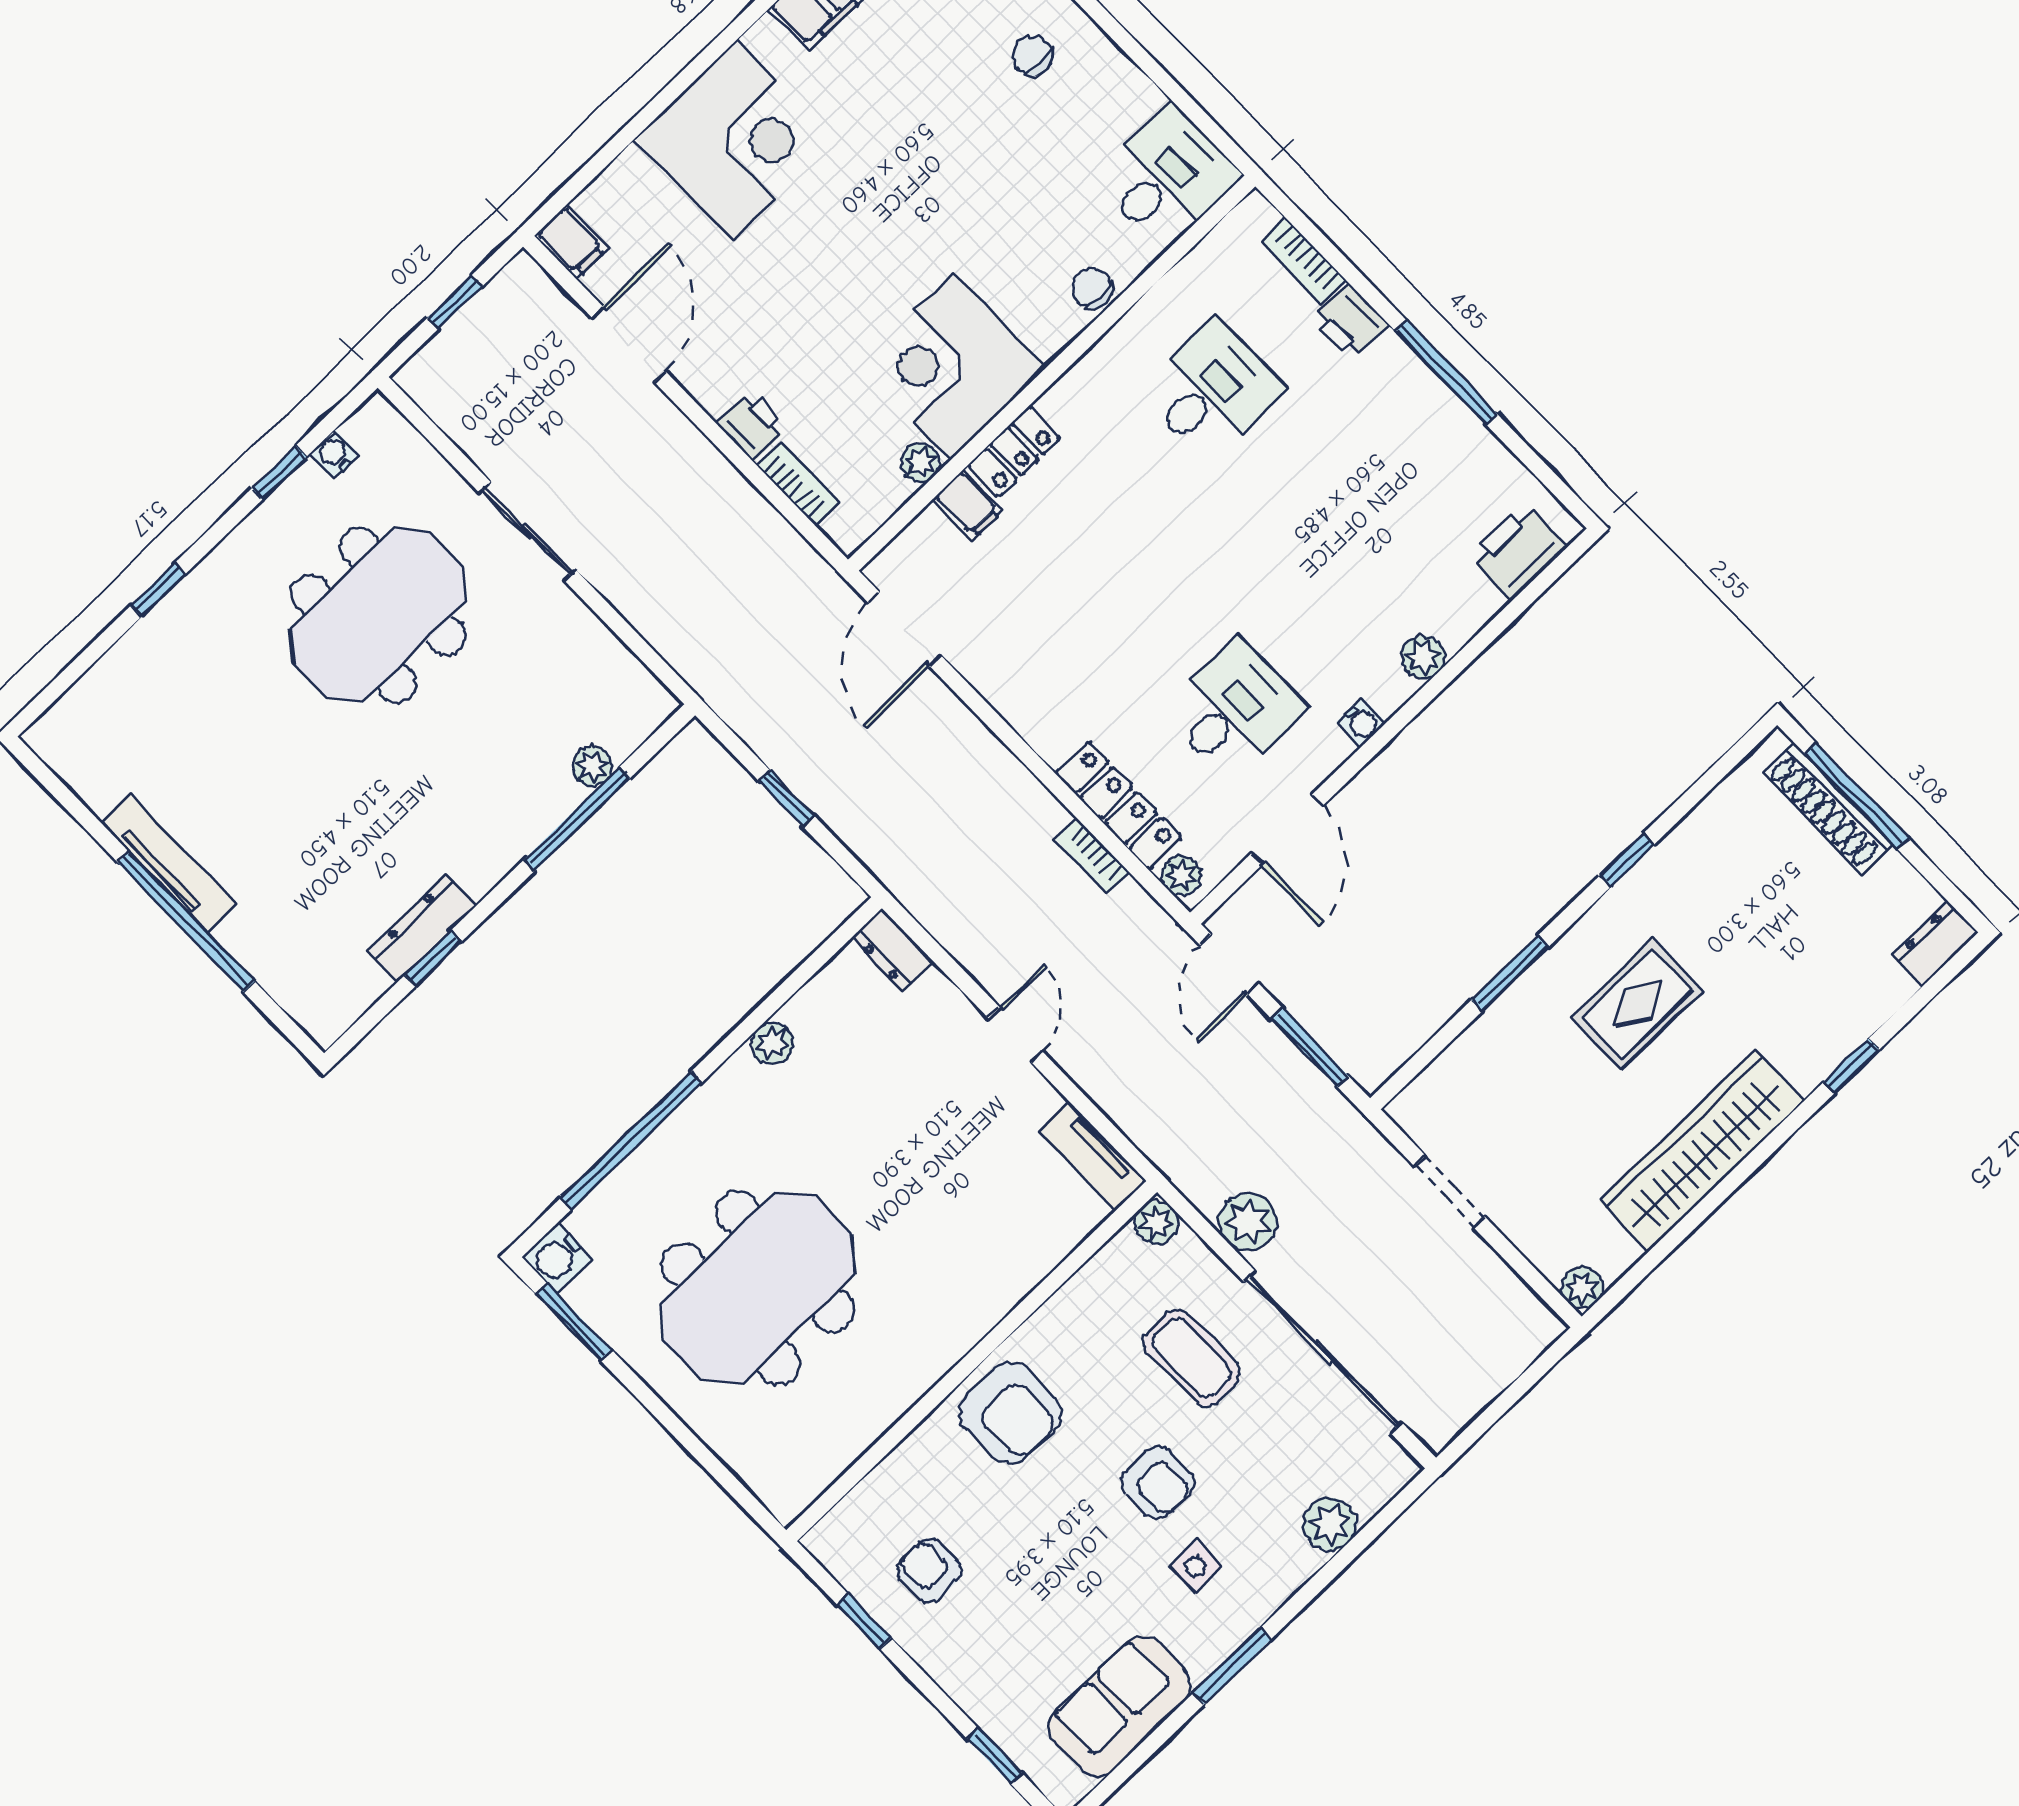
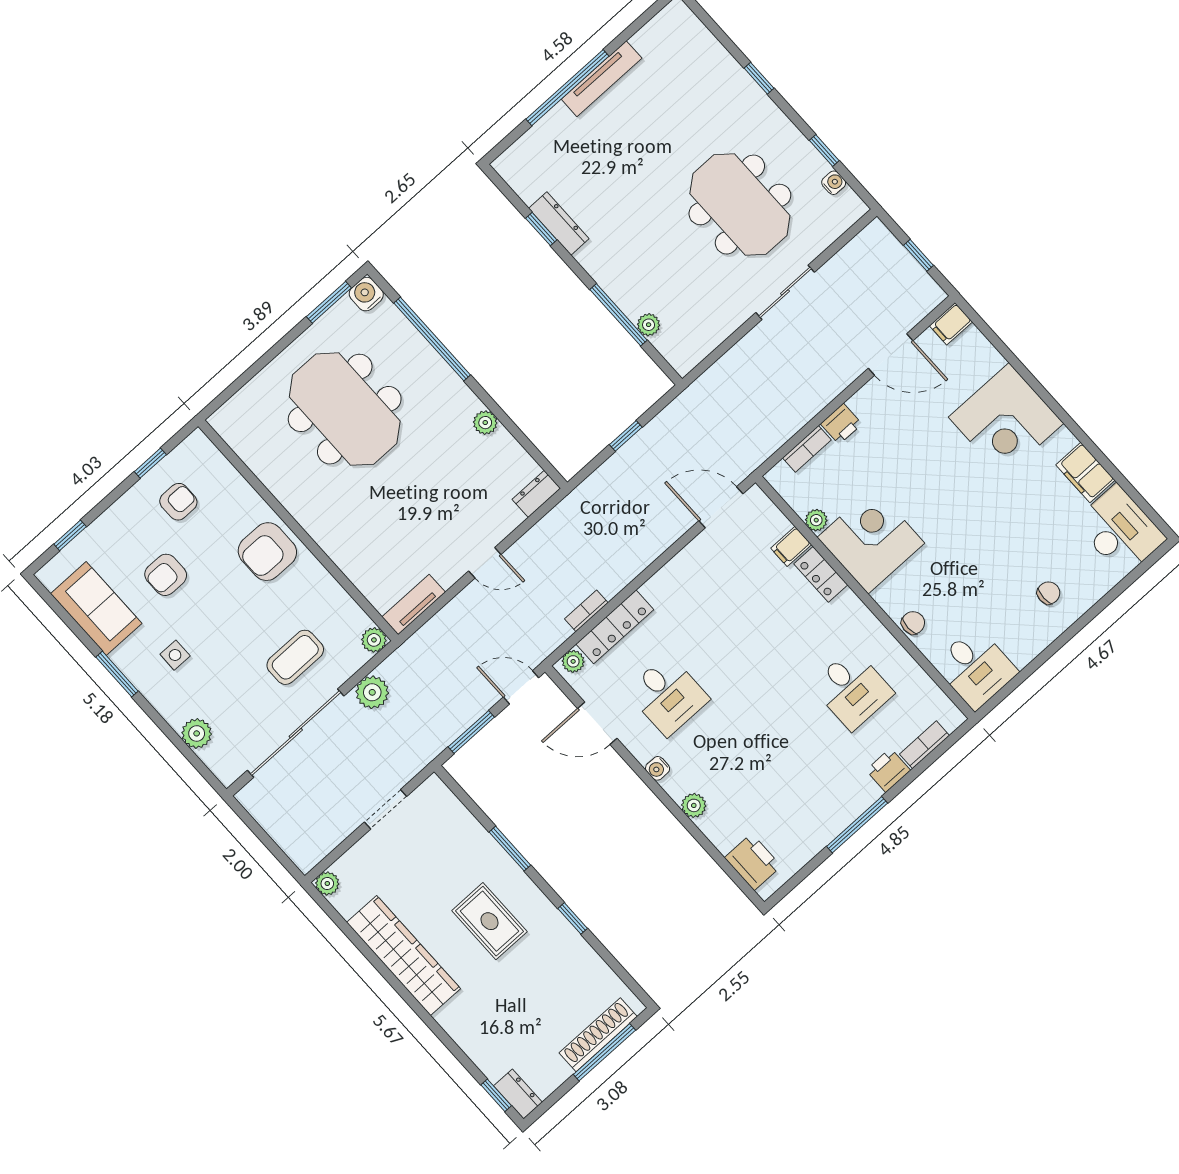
window: (1851, 1066) -> (496, 1095), moved
armchair: (1157, 1482) -> (166, 575), moved

